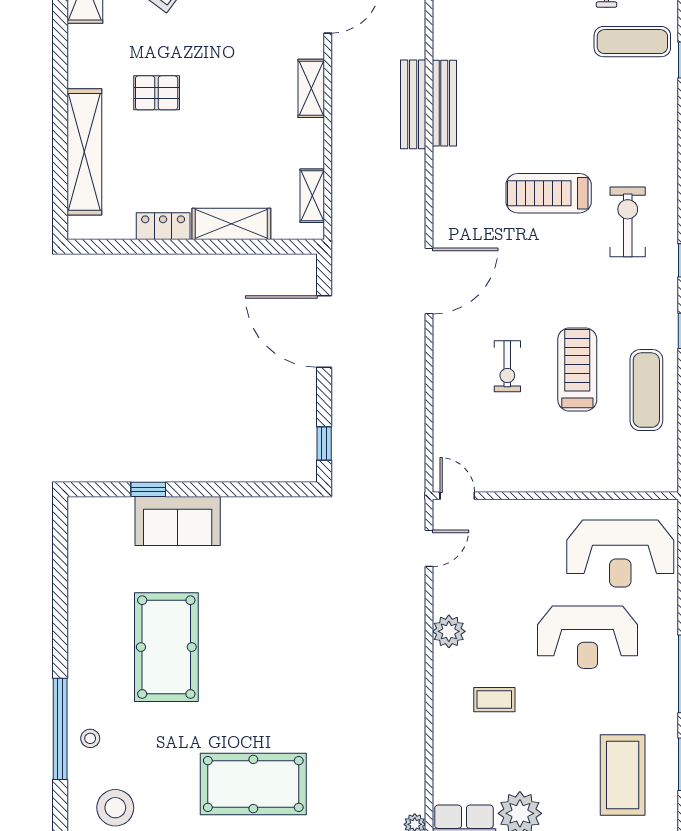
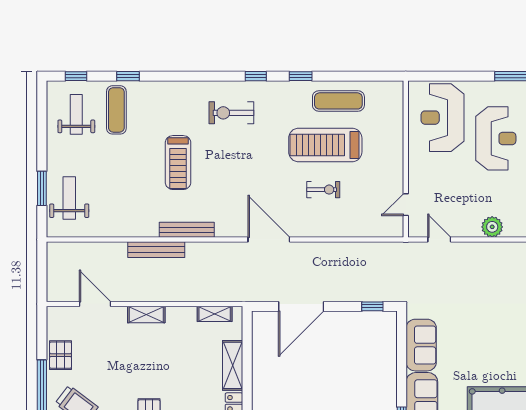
bench: (444, 103) -> (187, 230), moved
treadmill: (549, 193) -> (178, 163), moved
treadmill: (577, 369) -> (325, 145), width x1.37, depth x1.38
door: (457, 496) -> (406, 205), moved
sofa: (263, 520) -> (421, 345), added
reception desk: (620, 554) -> (443, 118), turned 180

